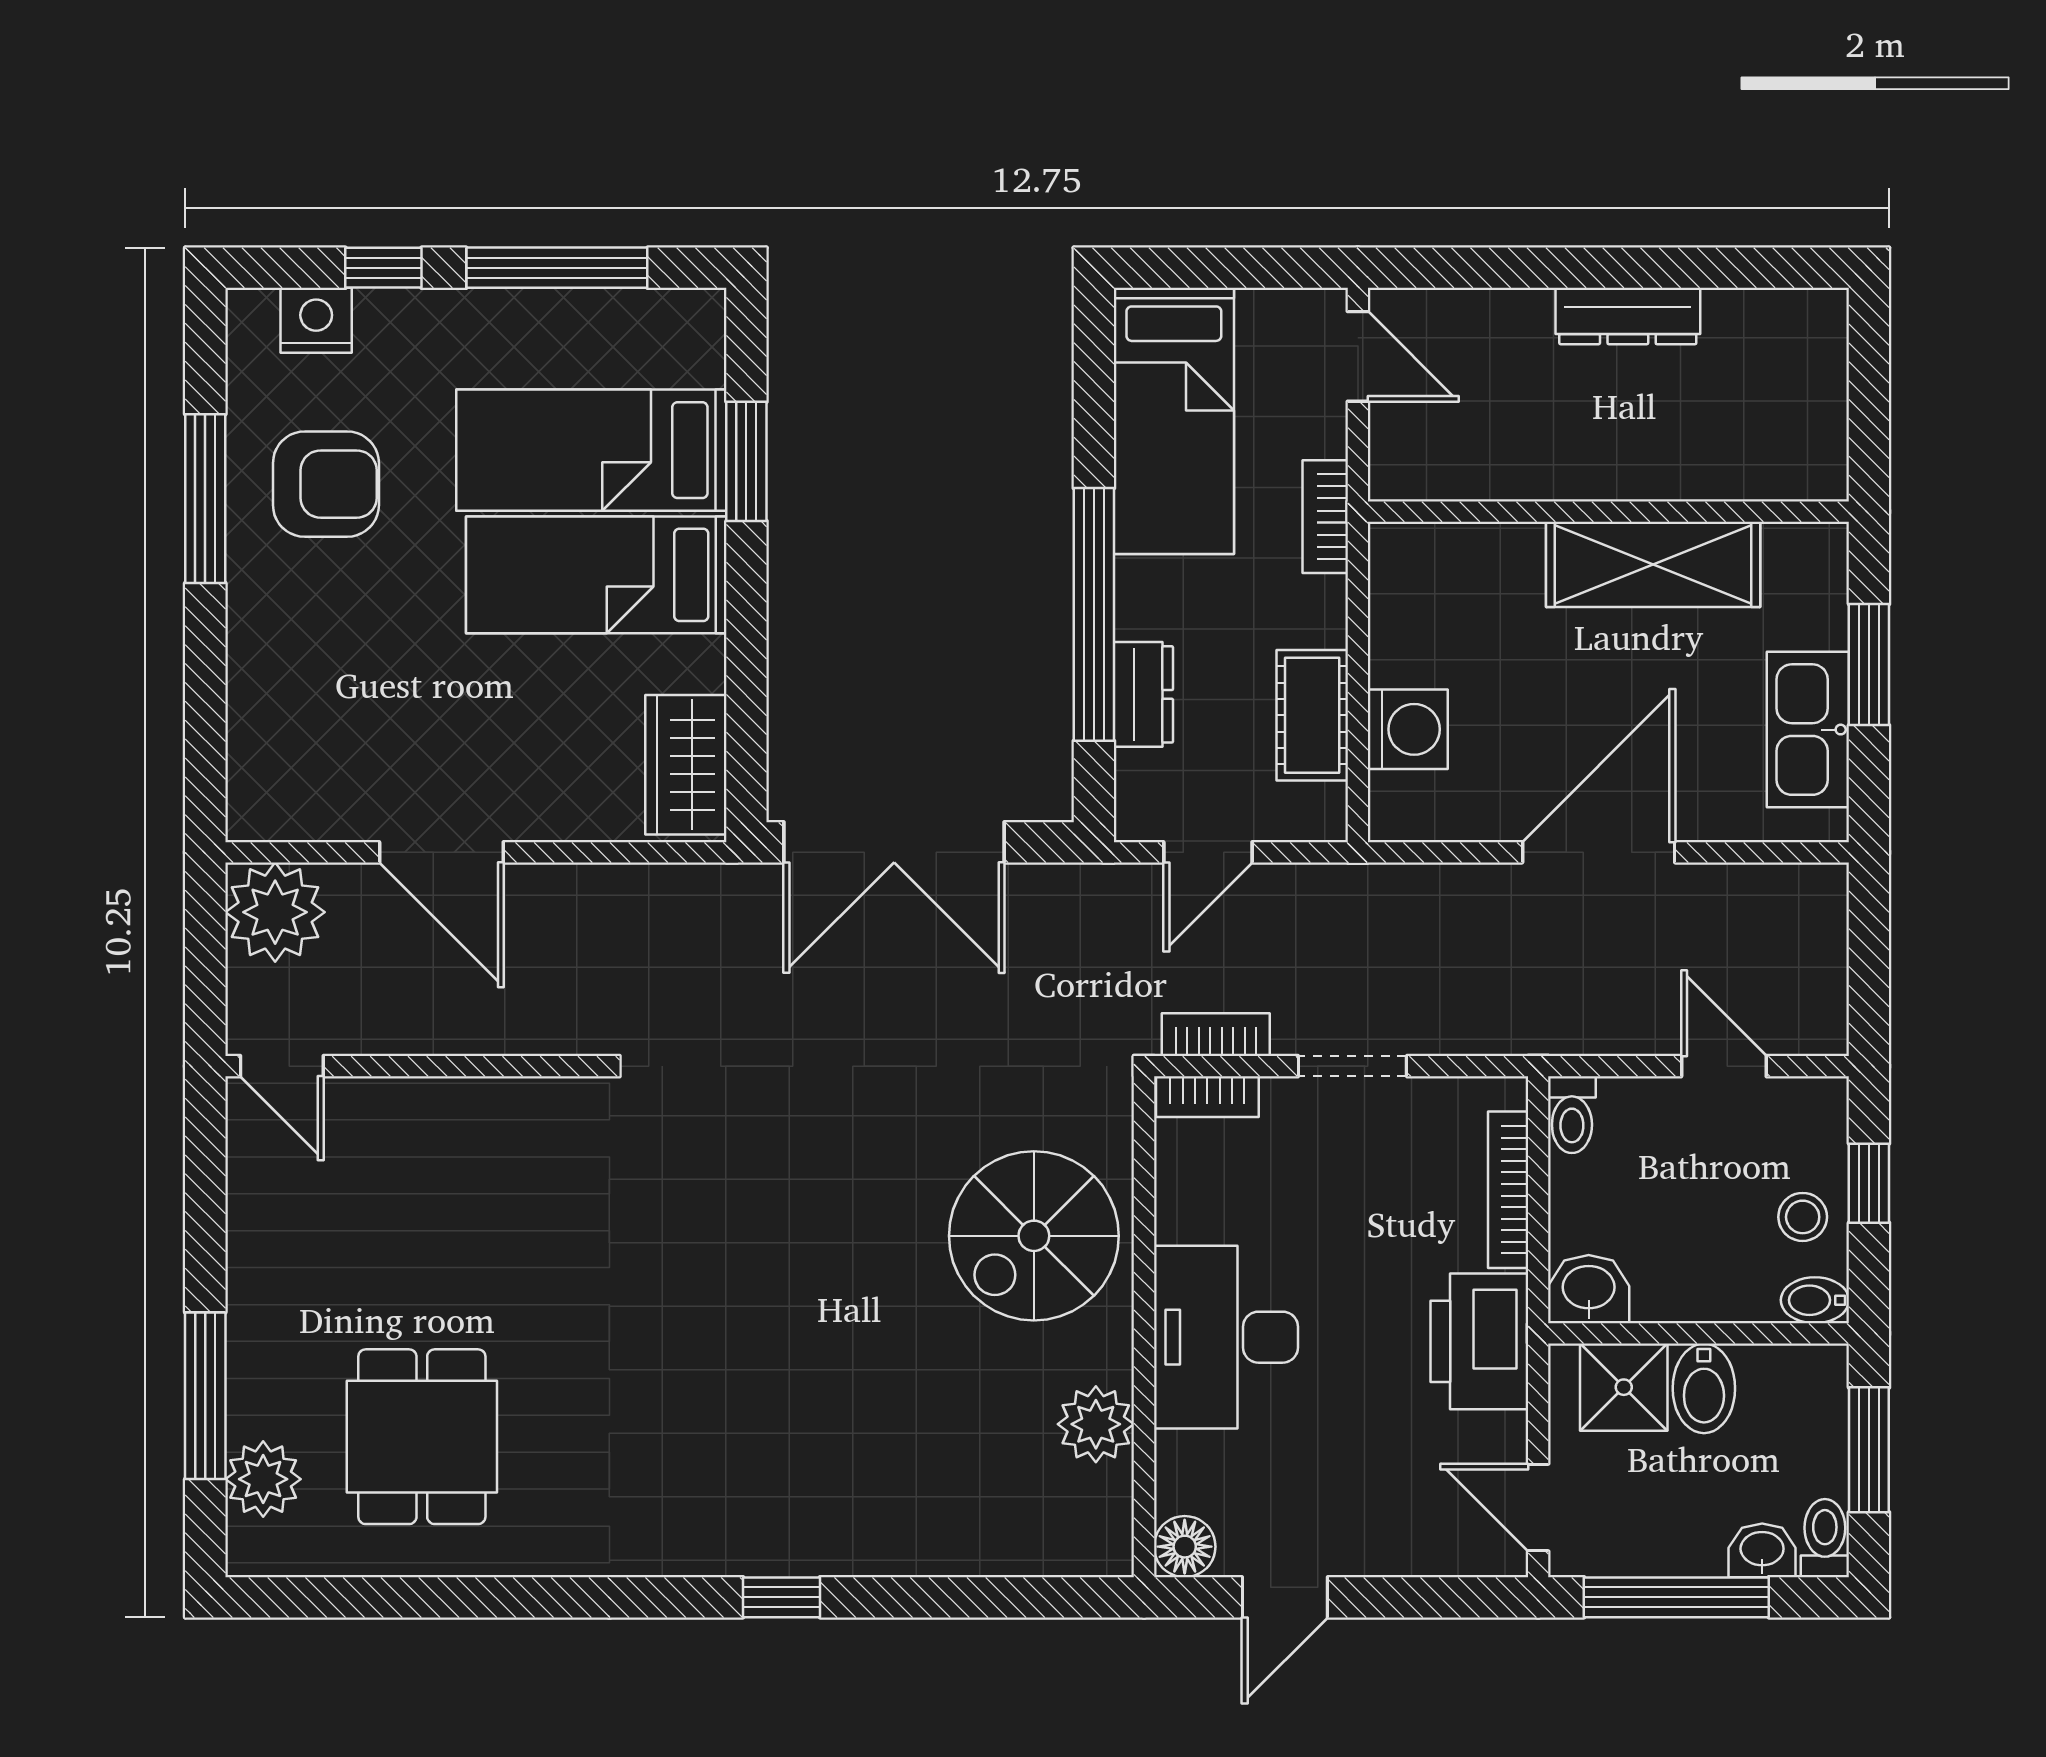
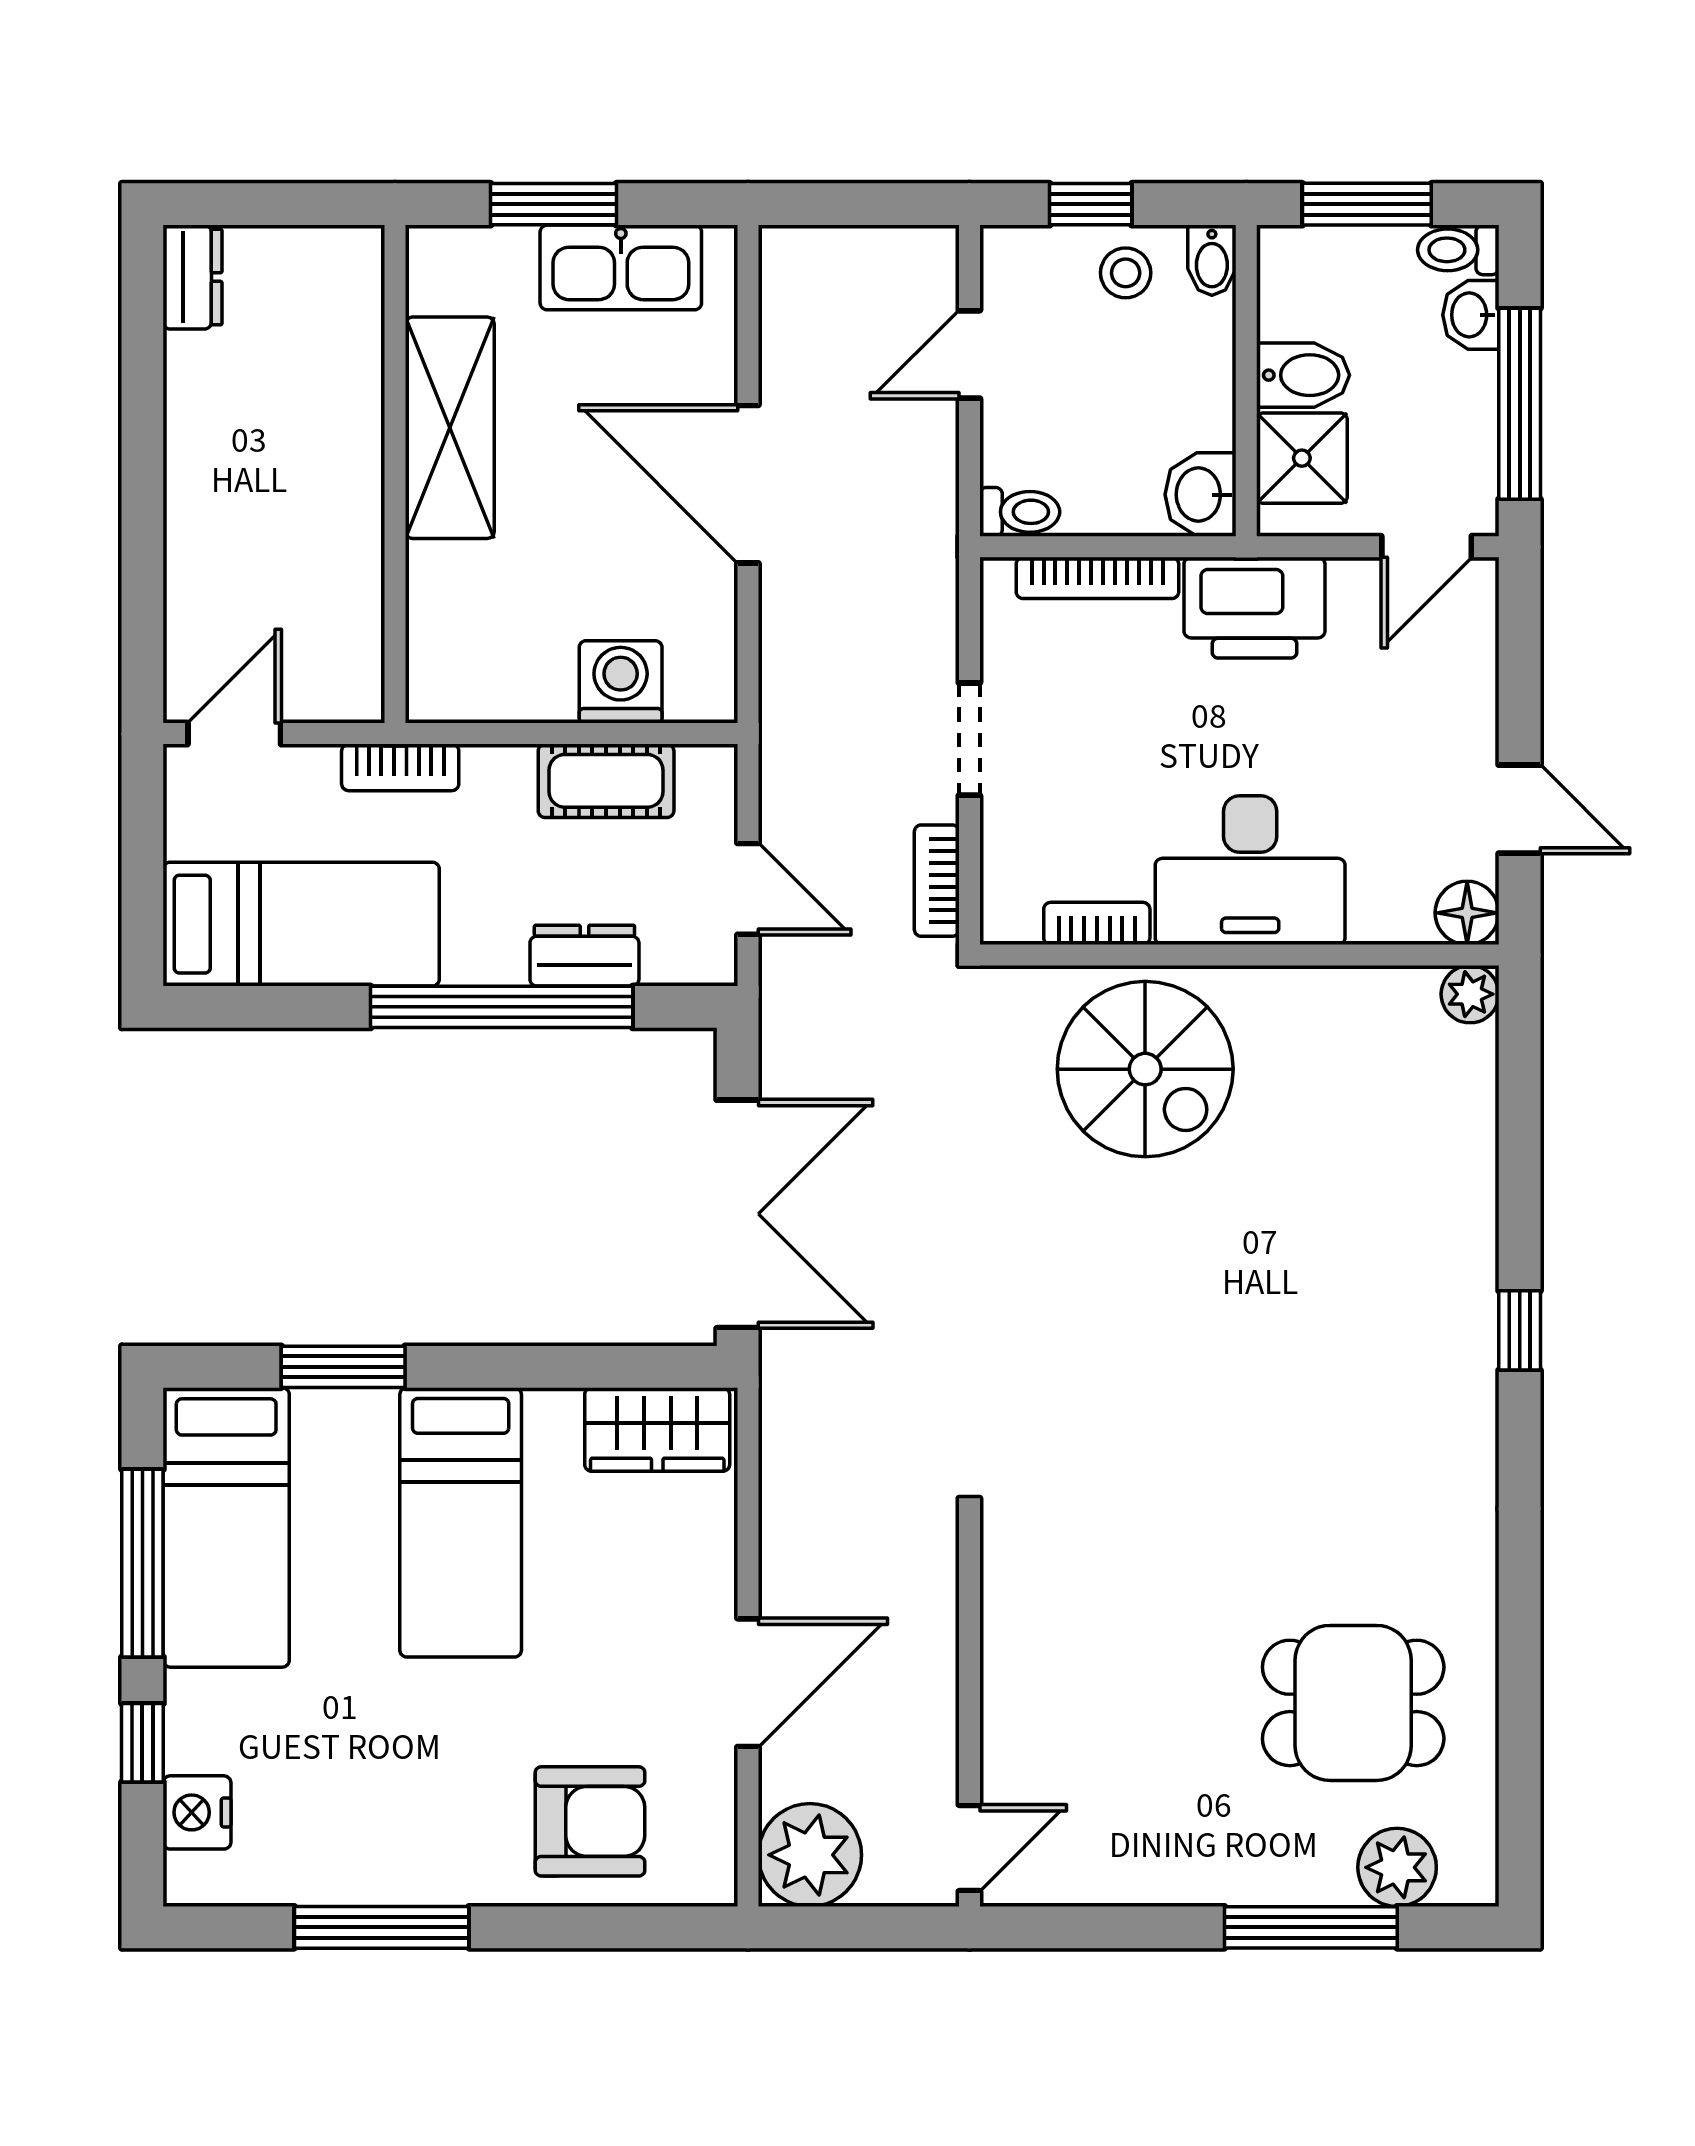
dresser: (1628, 316) -> (193, 277), moved, width x0.70
bed: (591, 450) -> (226, 1527), moved
armchair: (326, 484) -> (590, 1821), moved, turned 90
bookcase: (1207, 1097) -> (1097, 923), moved, turned -90
plant: (1096, 1424) -> (1470, 994), moved, width x0.73, depth x0.73

